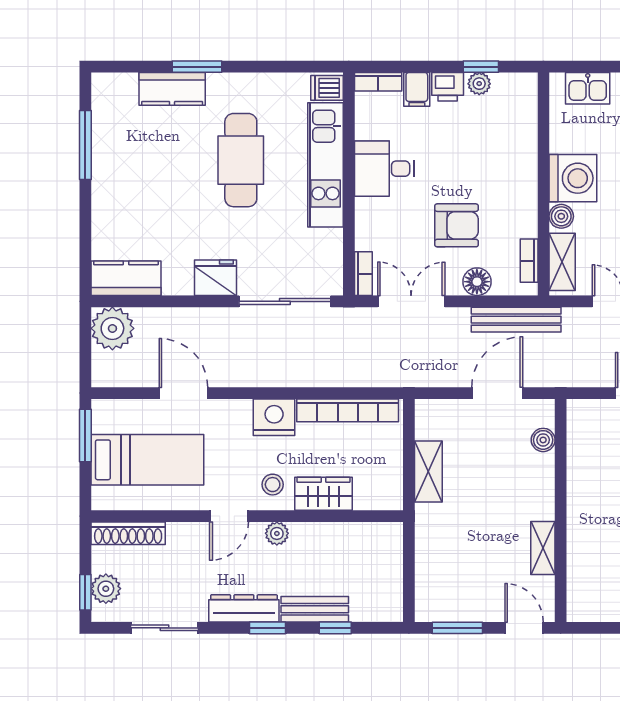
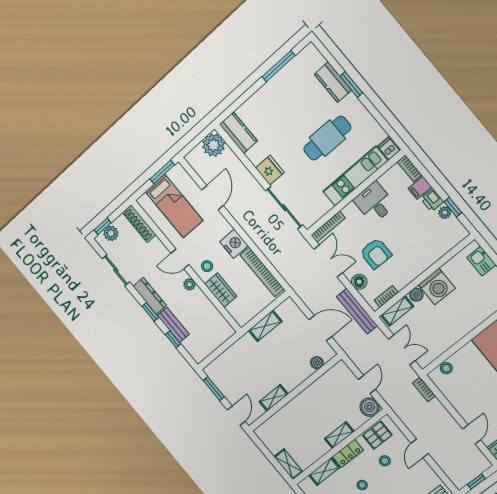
bookcase: (363, 274) -> (328, 227), width x1.56

